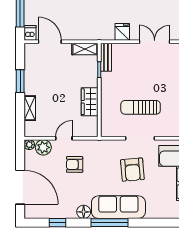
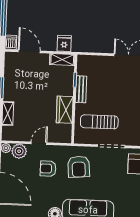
fridge: (122, 32) -> (64, 43), moved
bench: (106, 57) -> (81, 89), moved
sun lounger: (141, 107) -> (99, 122), moved
armchair: (132, 170) -> (79, 167), moved

